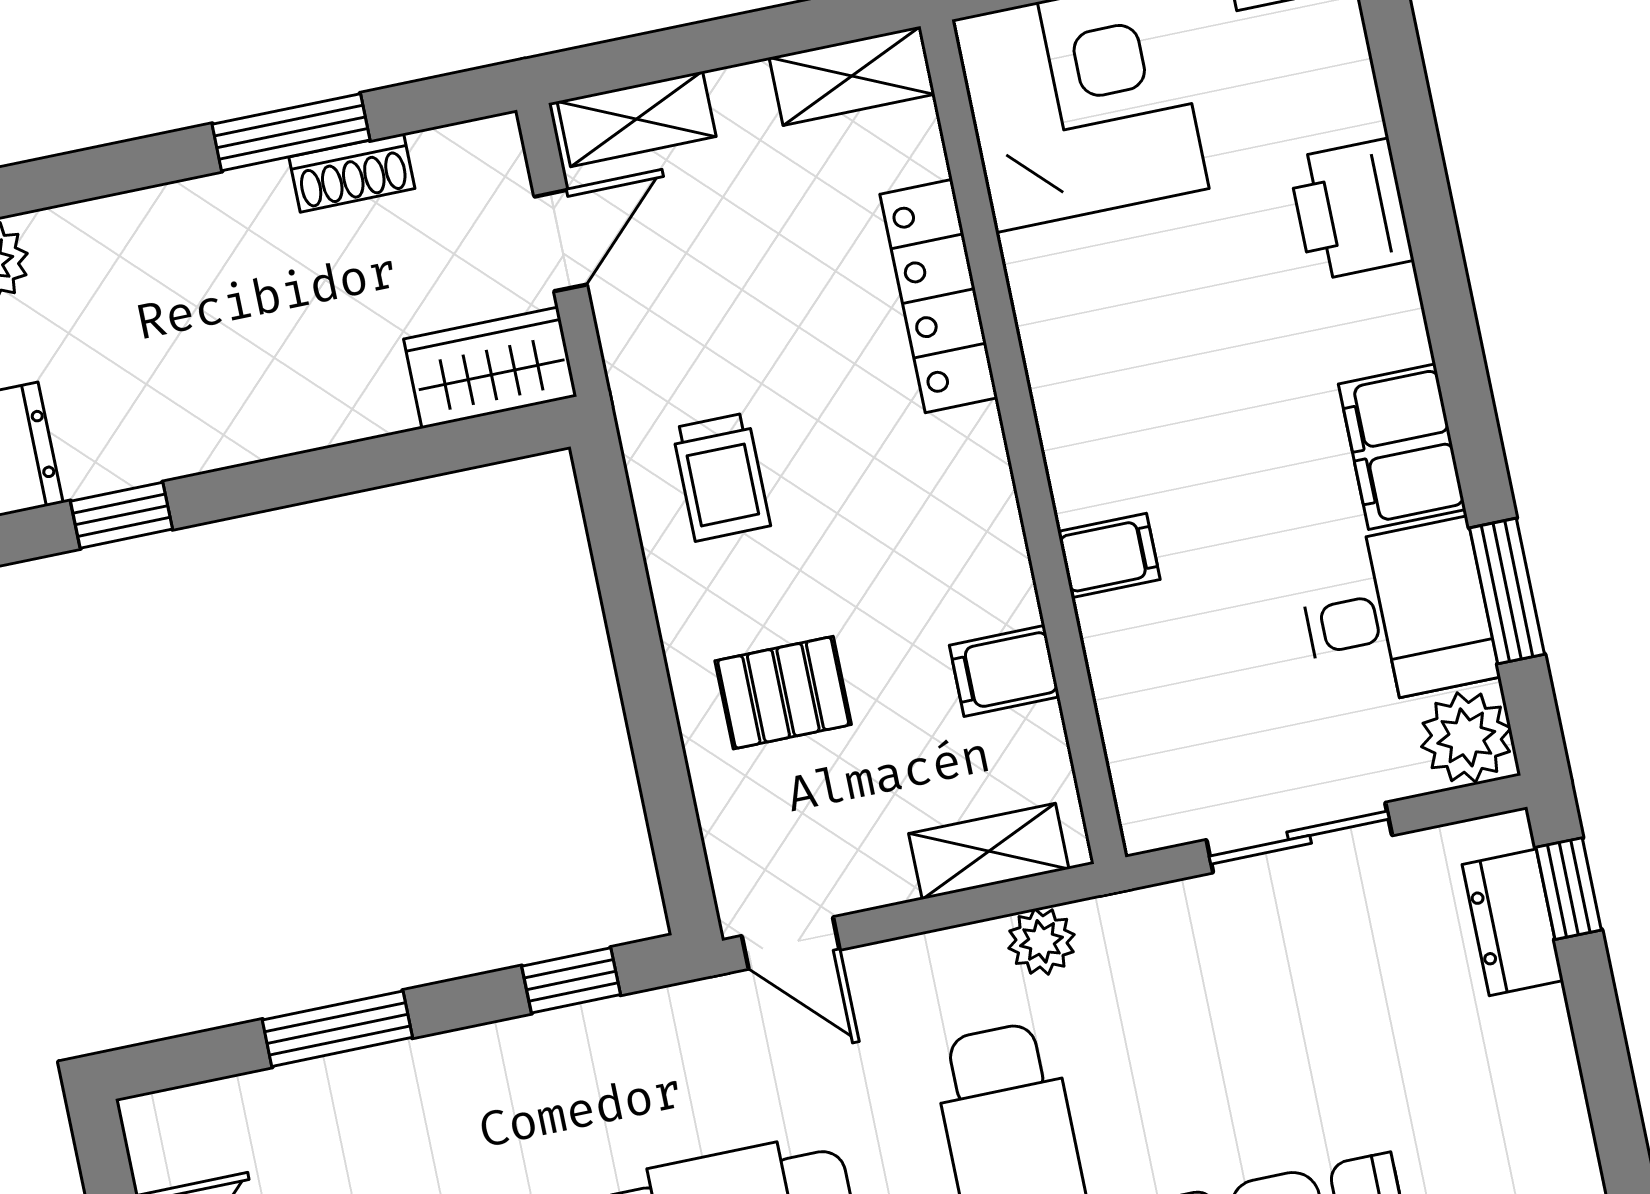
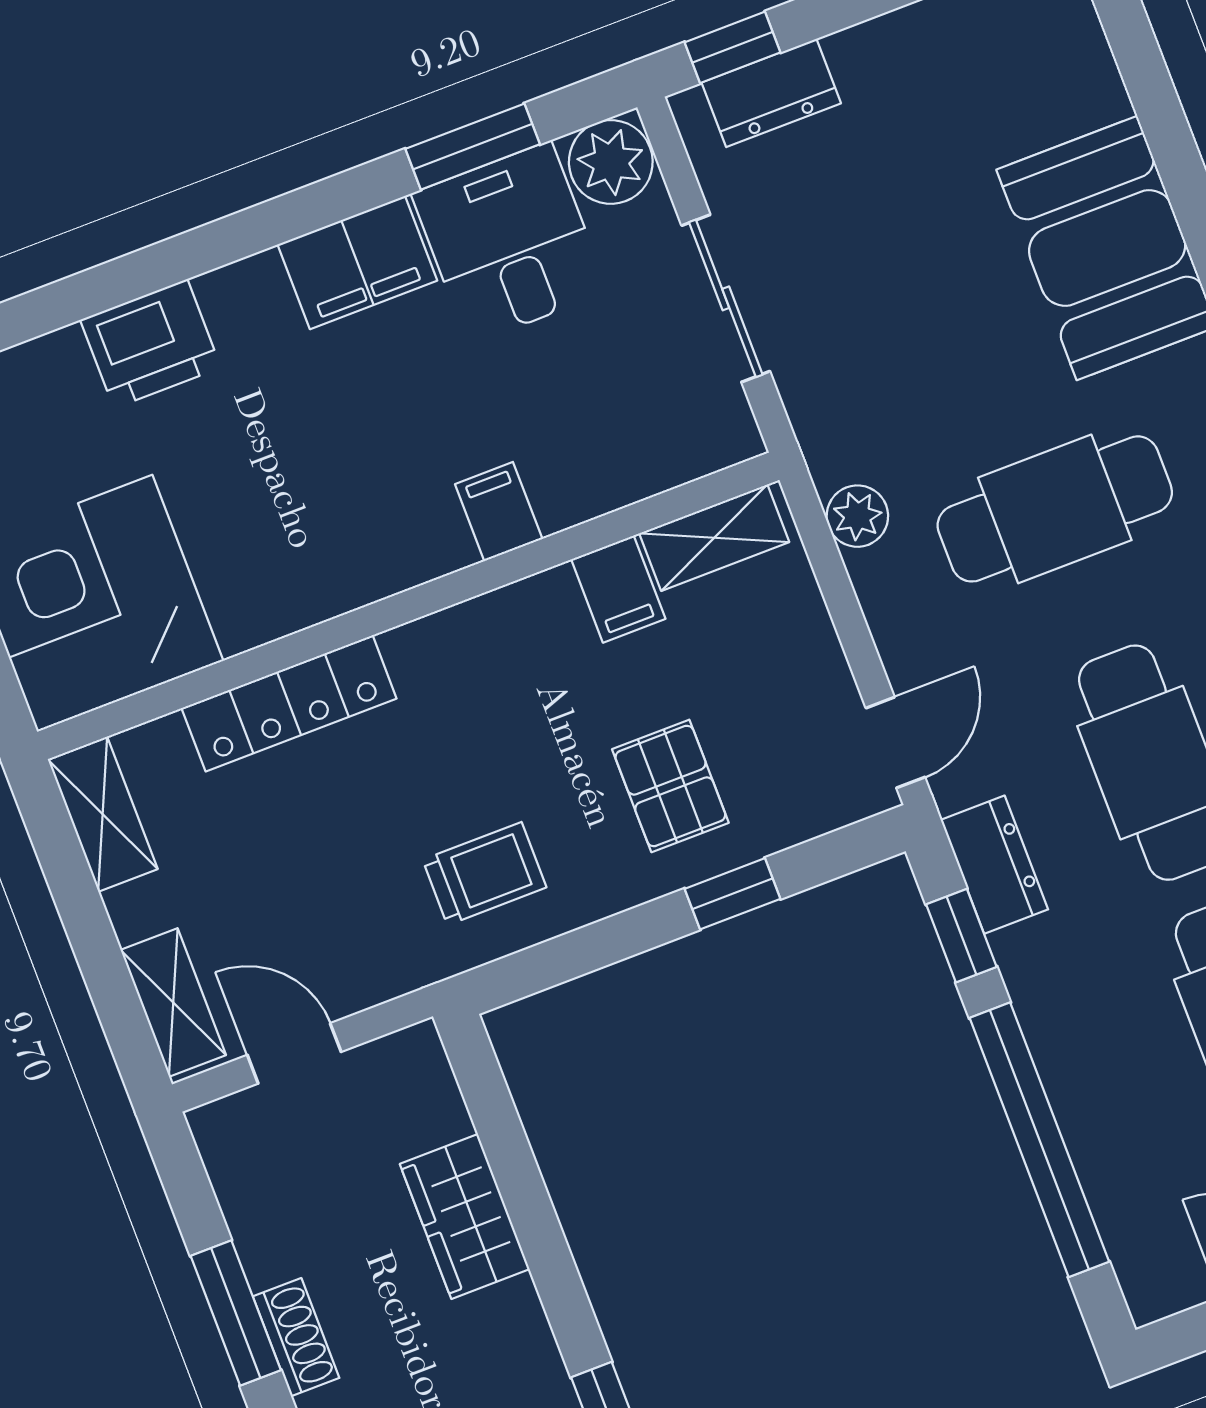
shoe rack: (352, 173) -> (296, 1337), moved
wardrobe: (490, 368) -> (465, 1217), moved
window: (656, 741) -> (733, 894), added
shelving: (989, 851) -> (714, 538), moved, turned 90
dresser: (642, 1028) -> (994, 865), added
window: (337, 1029) -> (1039, 1140), width x2.11

